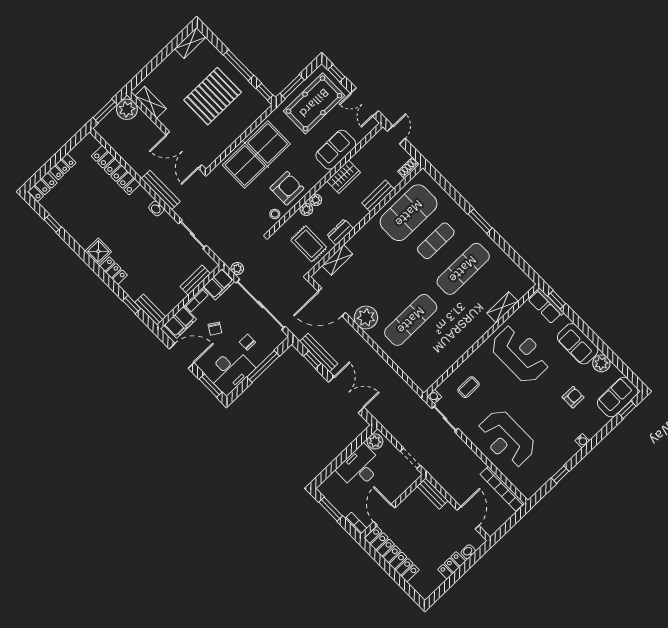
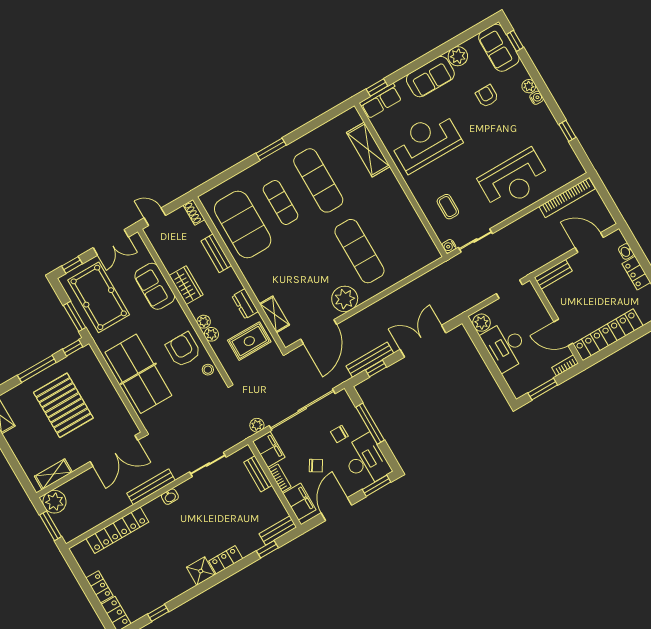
shelving: (502, 307) -> (368, 150), width x1.50, depth x1.33
plant: (591, 431) -> (529, 86), added

